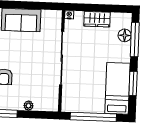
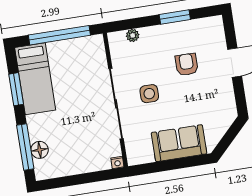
wardrobe: (97, 19) -> (80, 164), removed
side table: (36, 61) -> (149, 94), added
plant: (28, 106) -> (133, 35), moved

